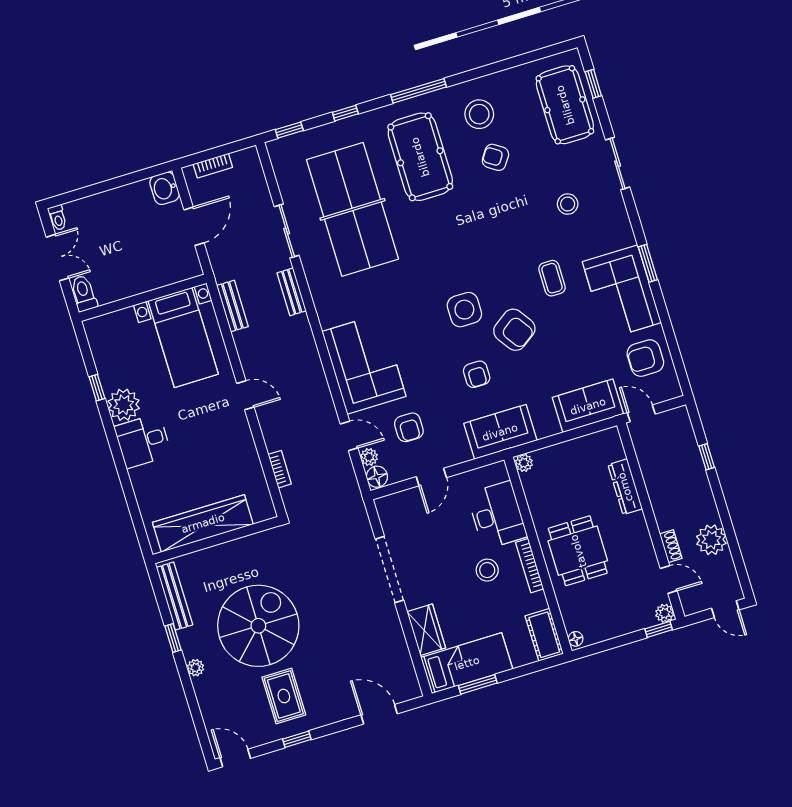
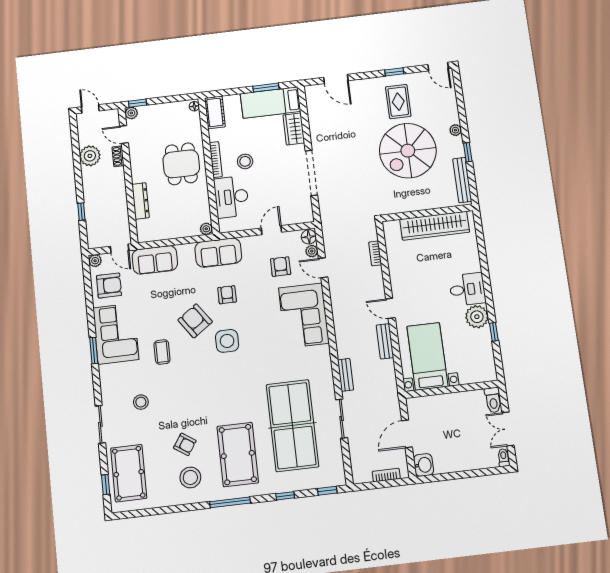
bench: (232, 306) -> (385, 341), moved
plant: (672, 390) -> (95, 261), added

